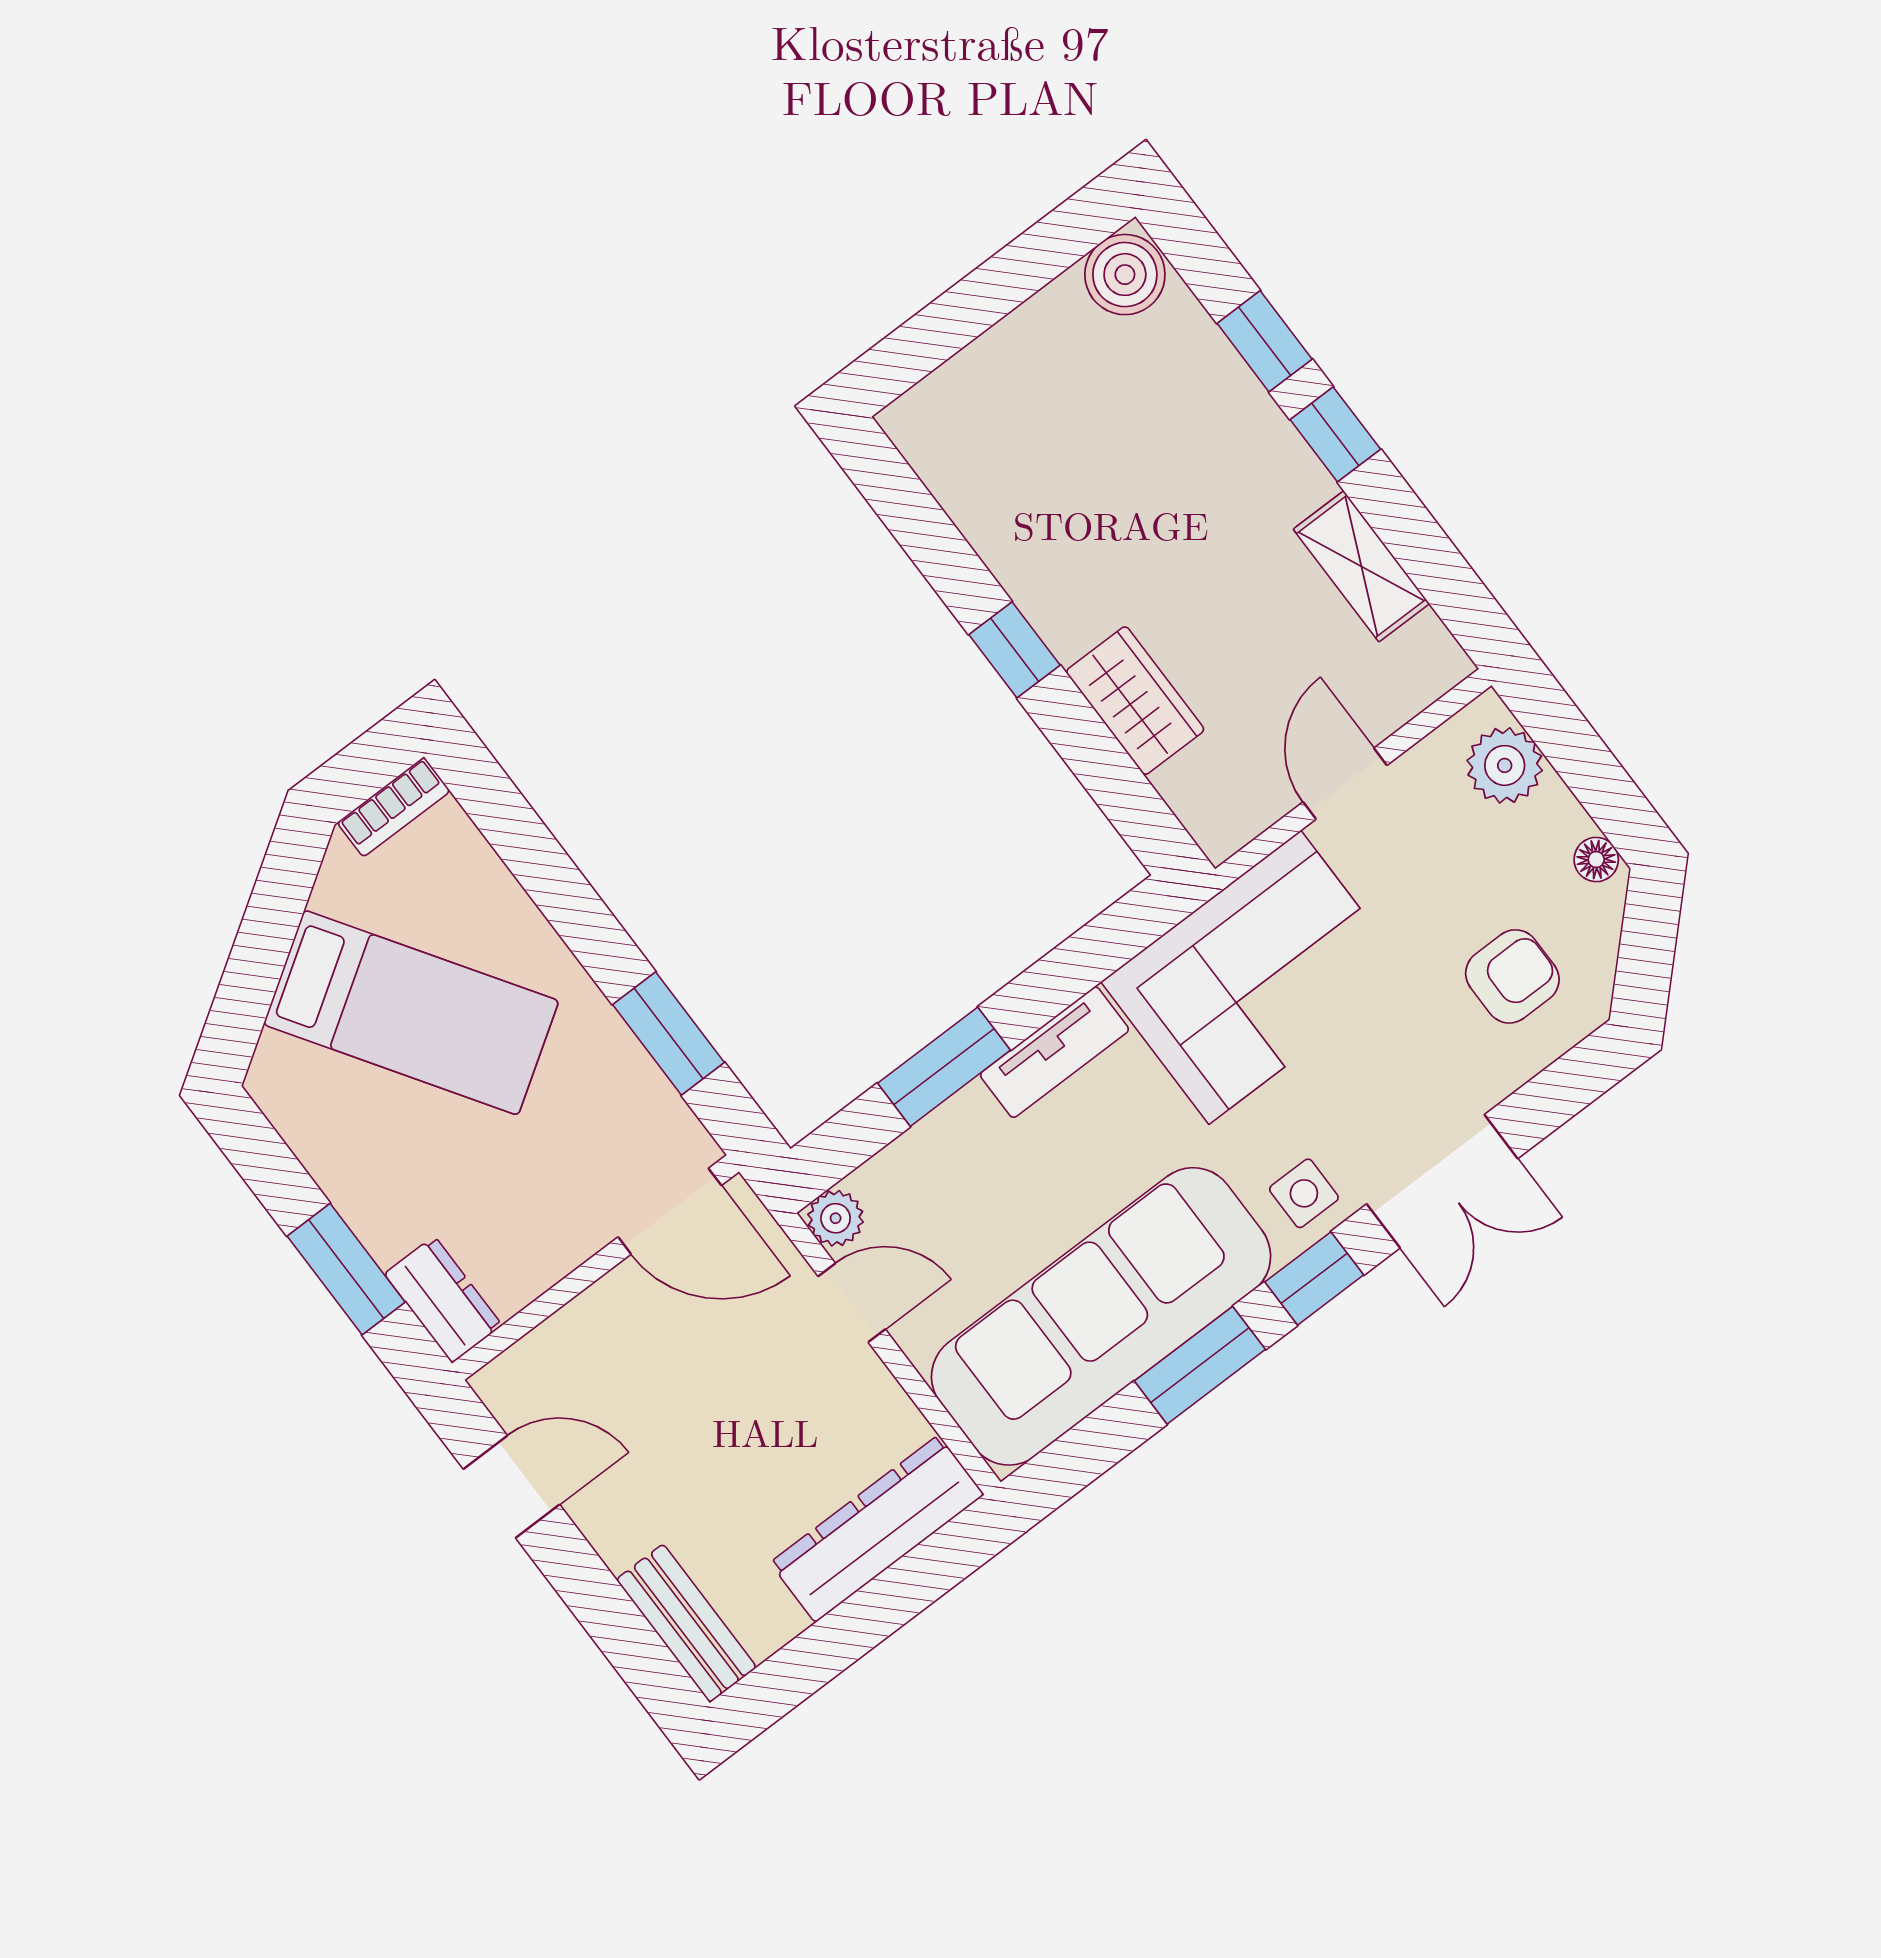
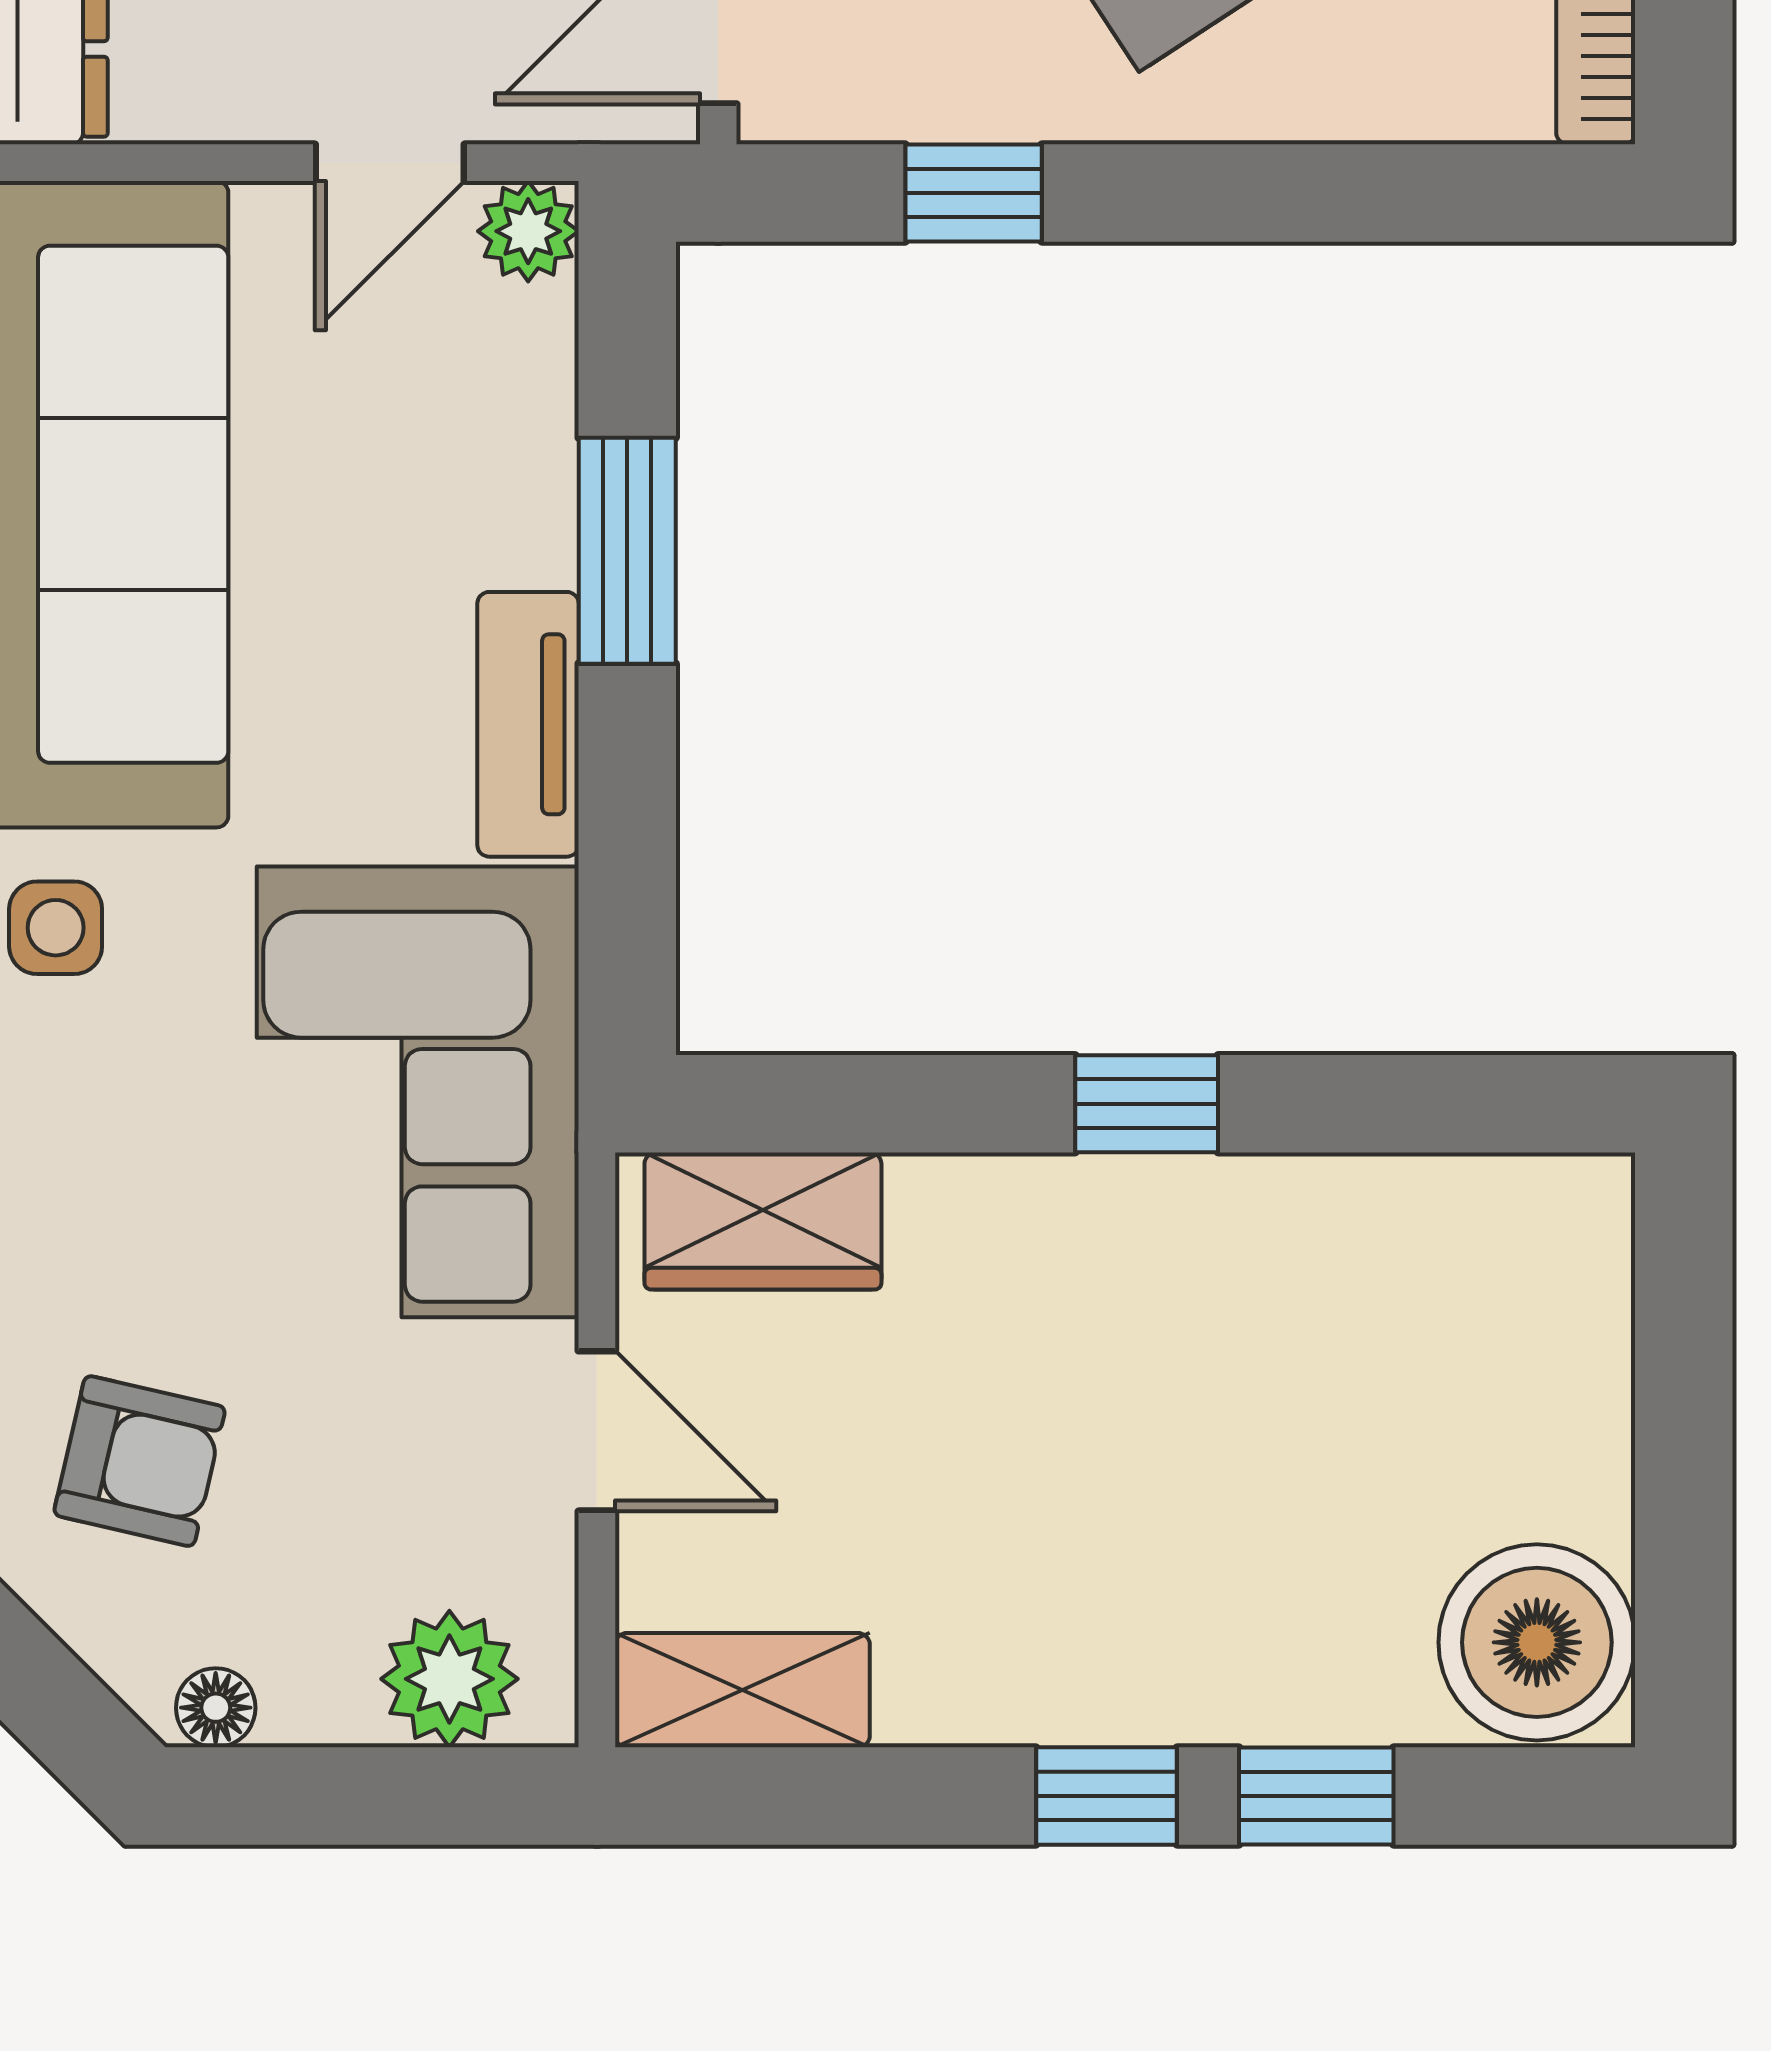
boiler: (1125, 275) -> (1537, 1642), width x1.37, depth x1.37
shelving: (1361, 566) -> (742, 1690), moved
wardrobe: (1135, 701) -> (763, 1221), moved
armchair: (1512, 976) -> (140, 1461), turned -77
window: (669, 1033) -> (974, 193), width x0.67

